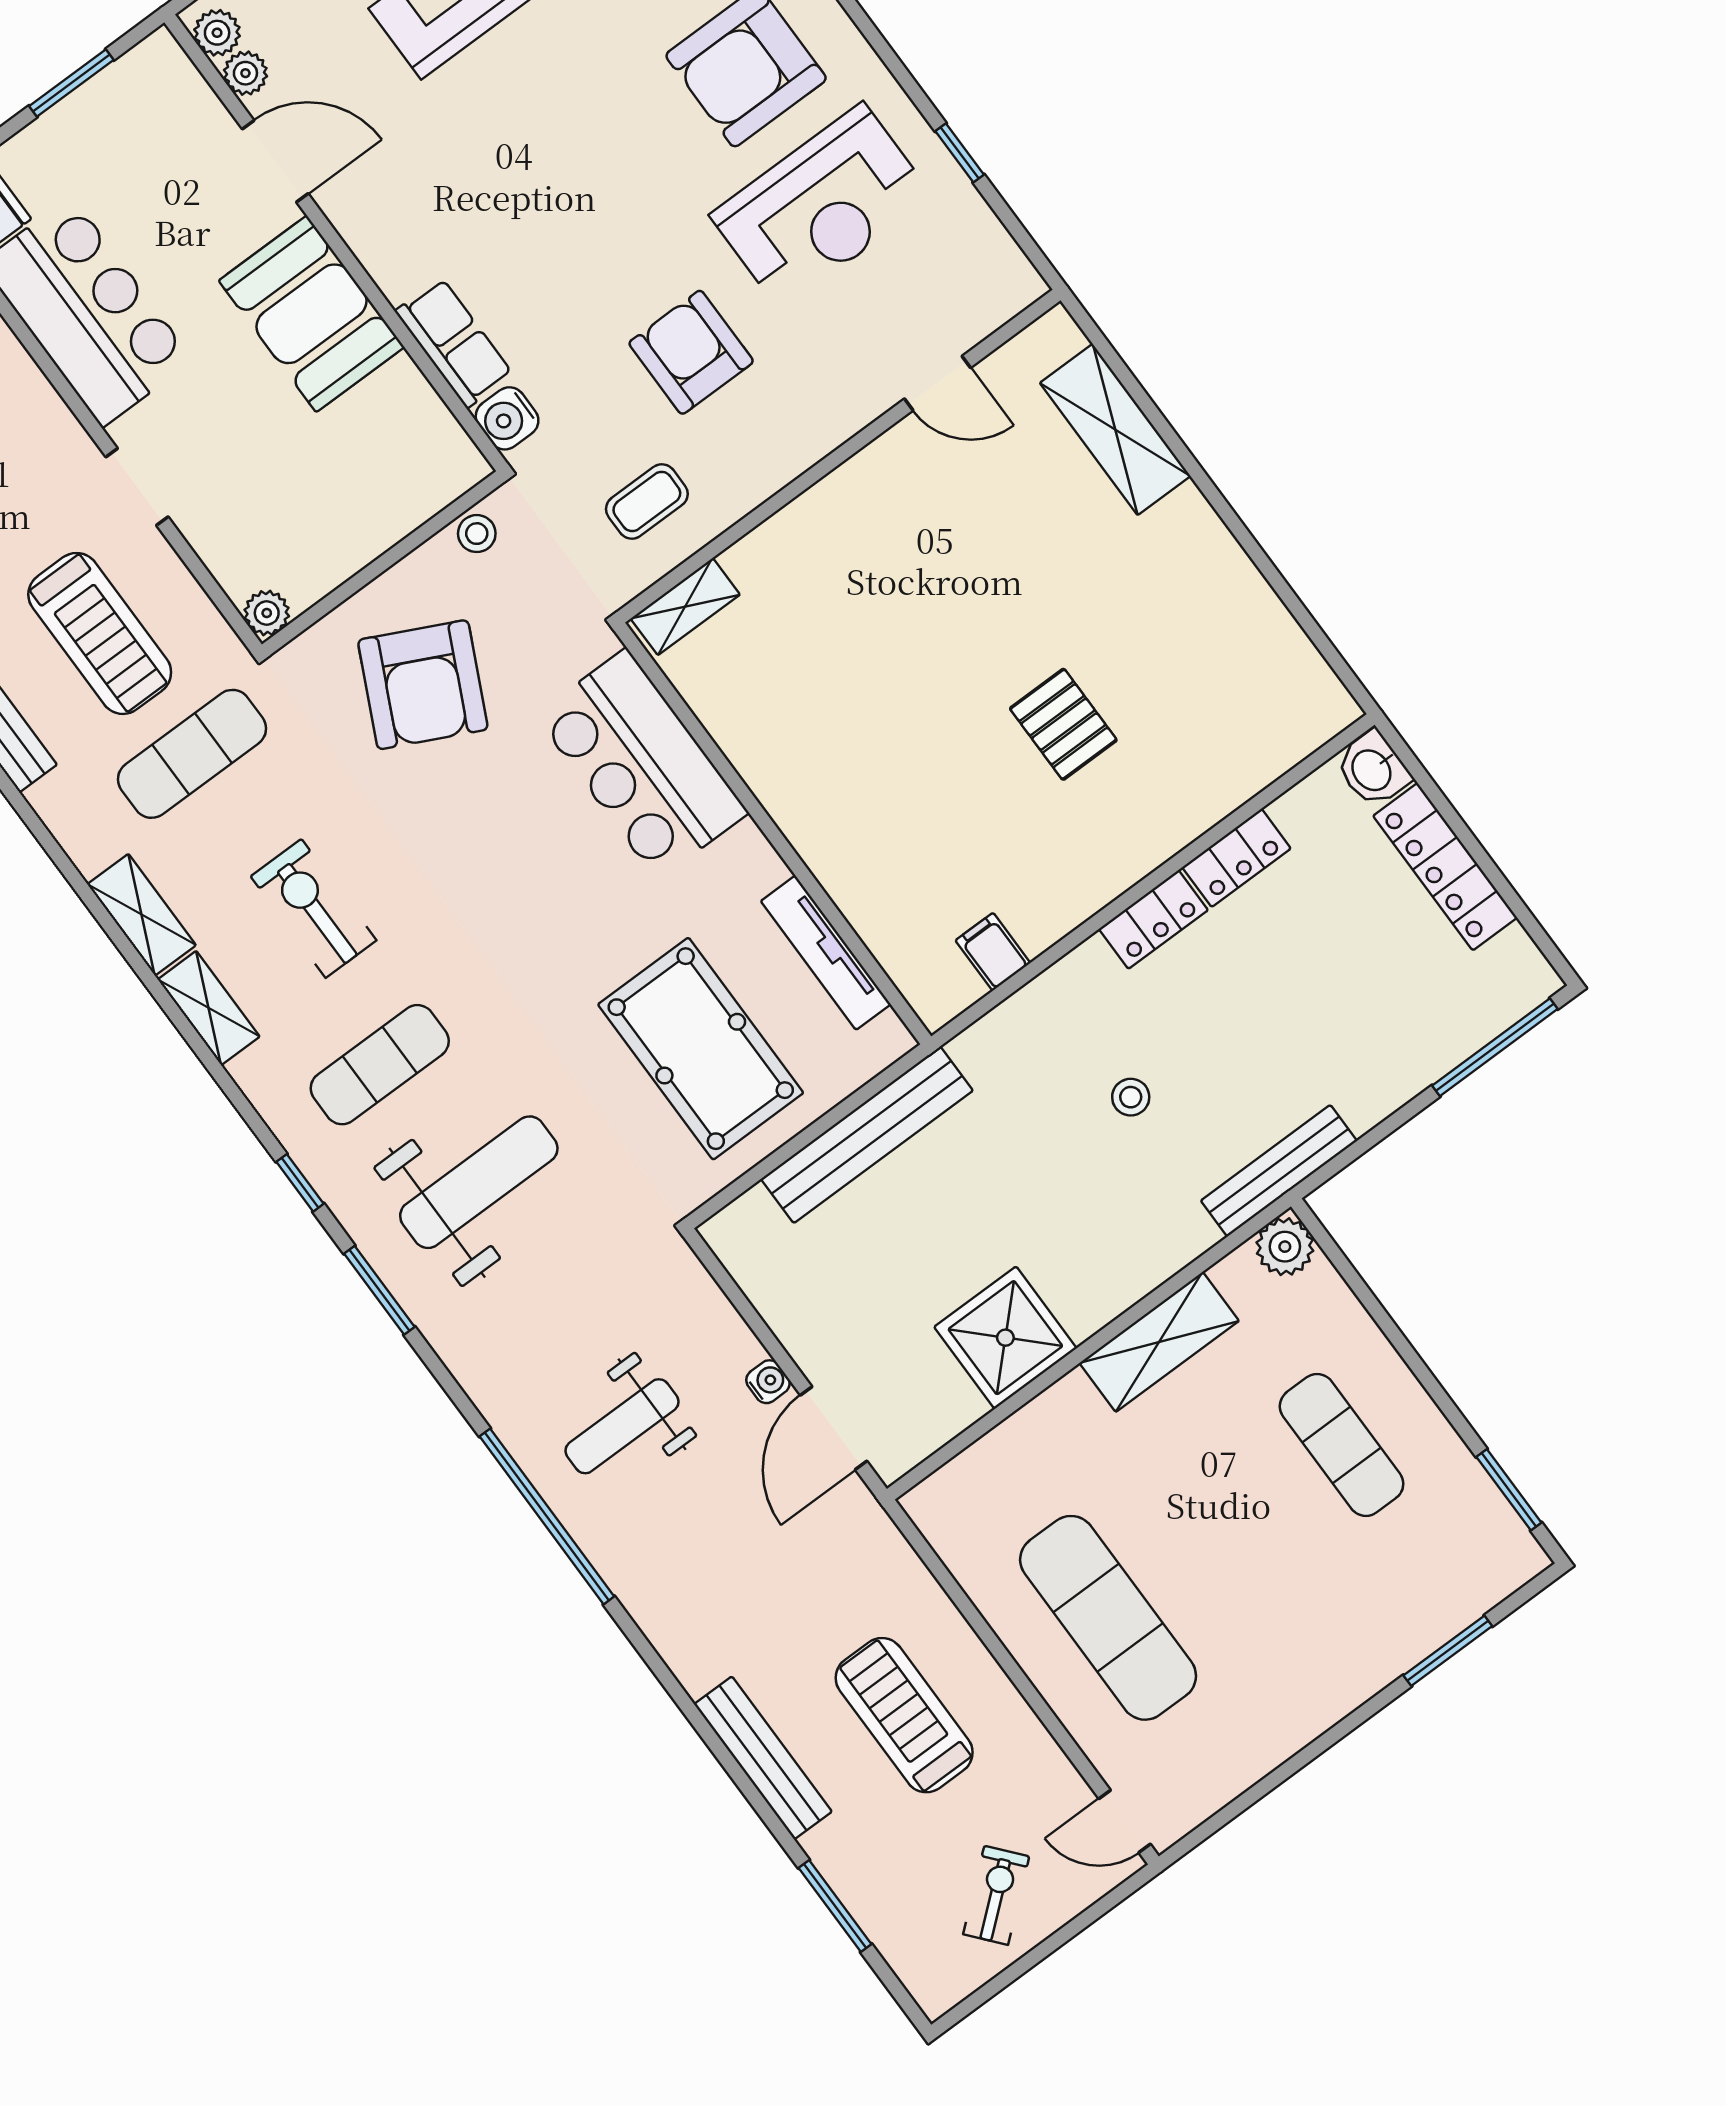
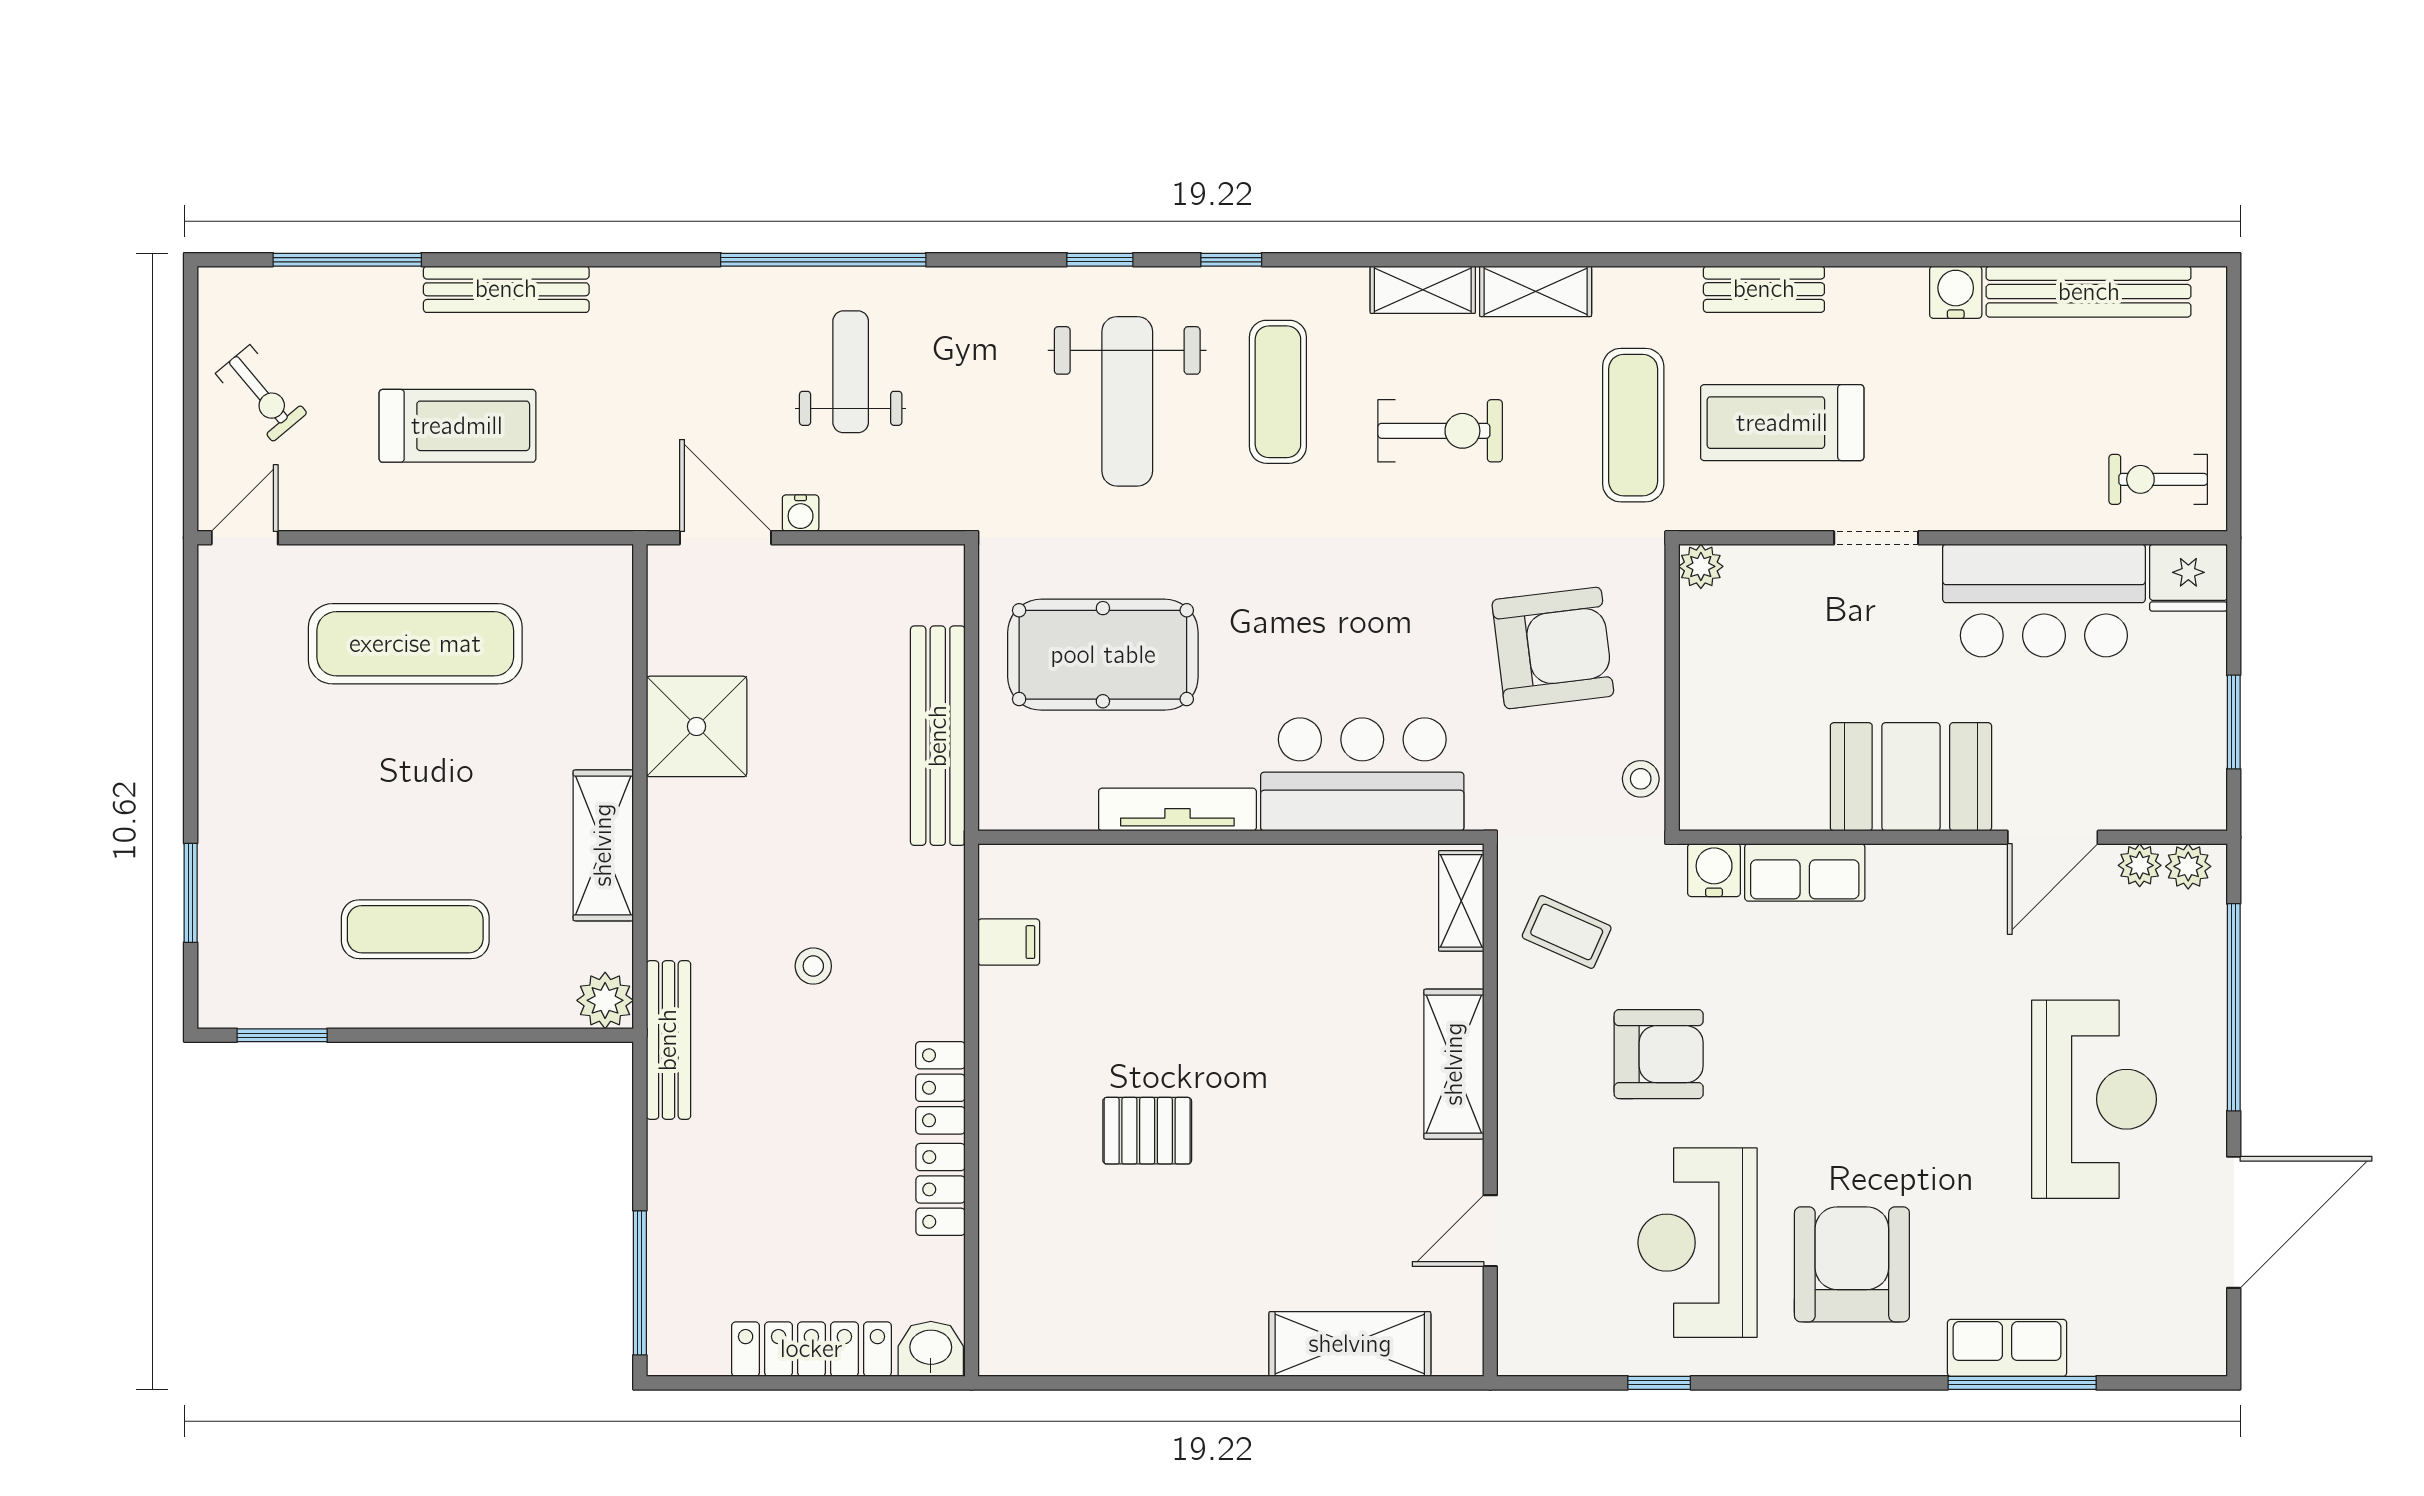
coffee table: (647, 501) -> (1567, 932), turned -66
shelving: (823, 514) -> (1454, 1064), added
armchair: (423, 685) -> (1553, 648), turned 147
tv unit: (826, 953) -> (1177, 810), moved
window: (379, 1290) -> (1100, 260), width x0.67
window: (835, 1906) -> (347, 260), width x1.44

